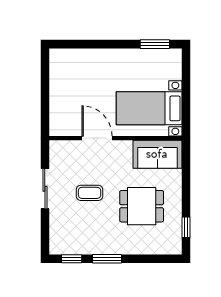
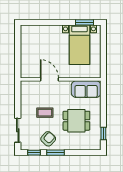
bed with nightstands: (149, 108) -> (79, 45), moved, turned -90
sliding door: (45, 189) -> (18, 130), moved
armchair: (95, 236) -> (48, 139), added

